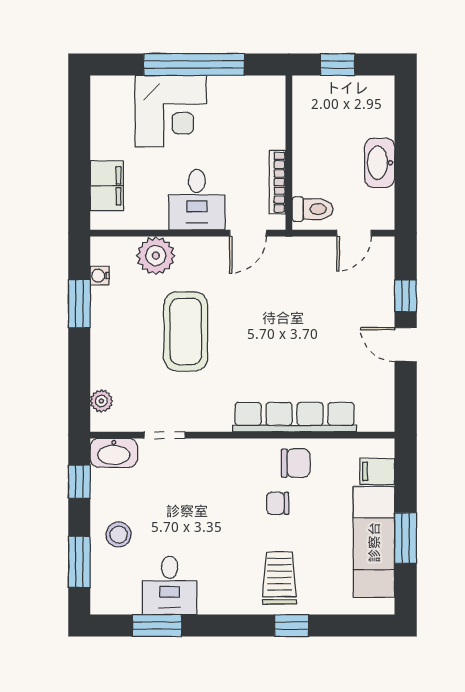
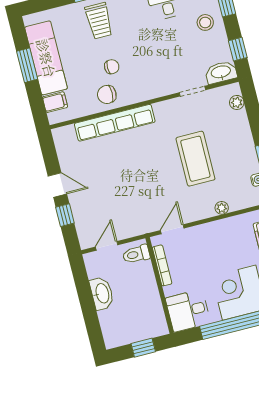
desk: (197, 200) -> (188, 311), moved, turned -90
plant: (156, 256) -> (222, 208), width x0.53, depth x0.53

